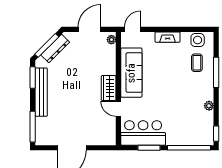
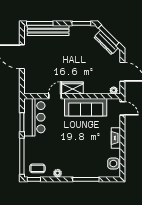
coffee table: (197, 63) -> (37, 168), moved
bench: (41, 92) -> (48, 31), moved

